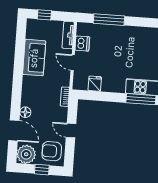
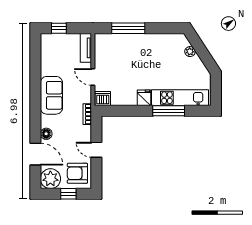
dishwasher: (82, 44) -> (103, 98), moved, turned -90
sofa: (34, 58) -> (51, 95), moved
fridge: (95, 84) -> (144, 98), moved

